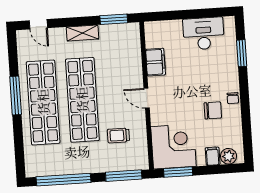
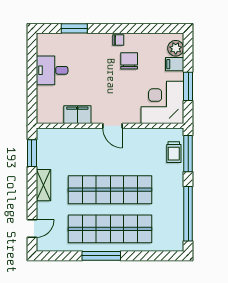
desk: (204, 34) -> (52, 70), width x0.73
door: (147, 98) -> (113, 126), hinge flipped
trolley: (118, 135) -> (174, 152), moved
window: (178, 172) -> (188, 86), moved

